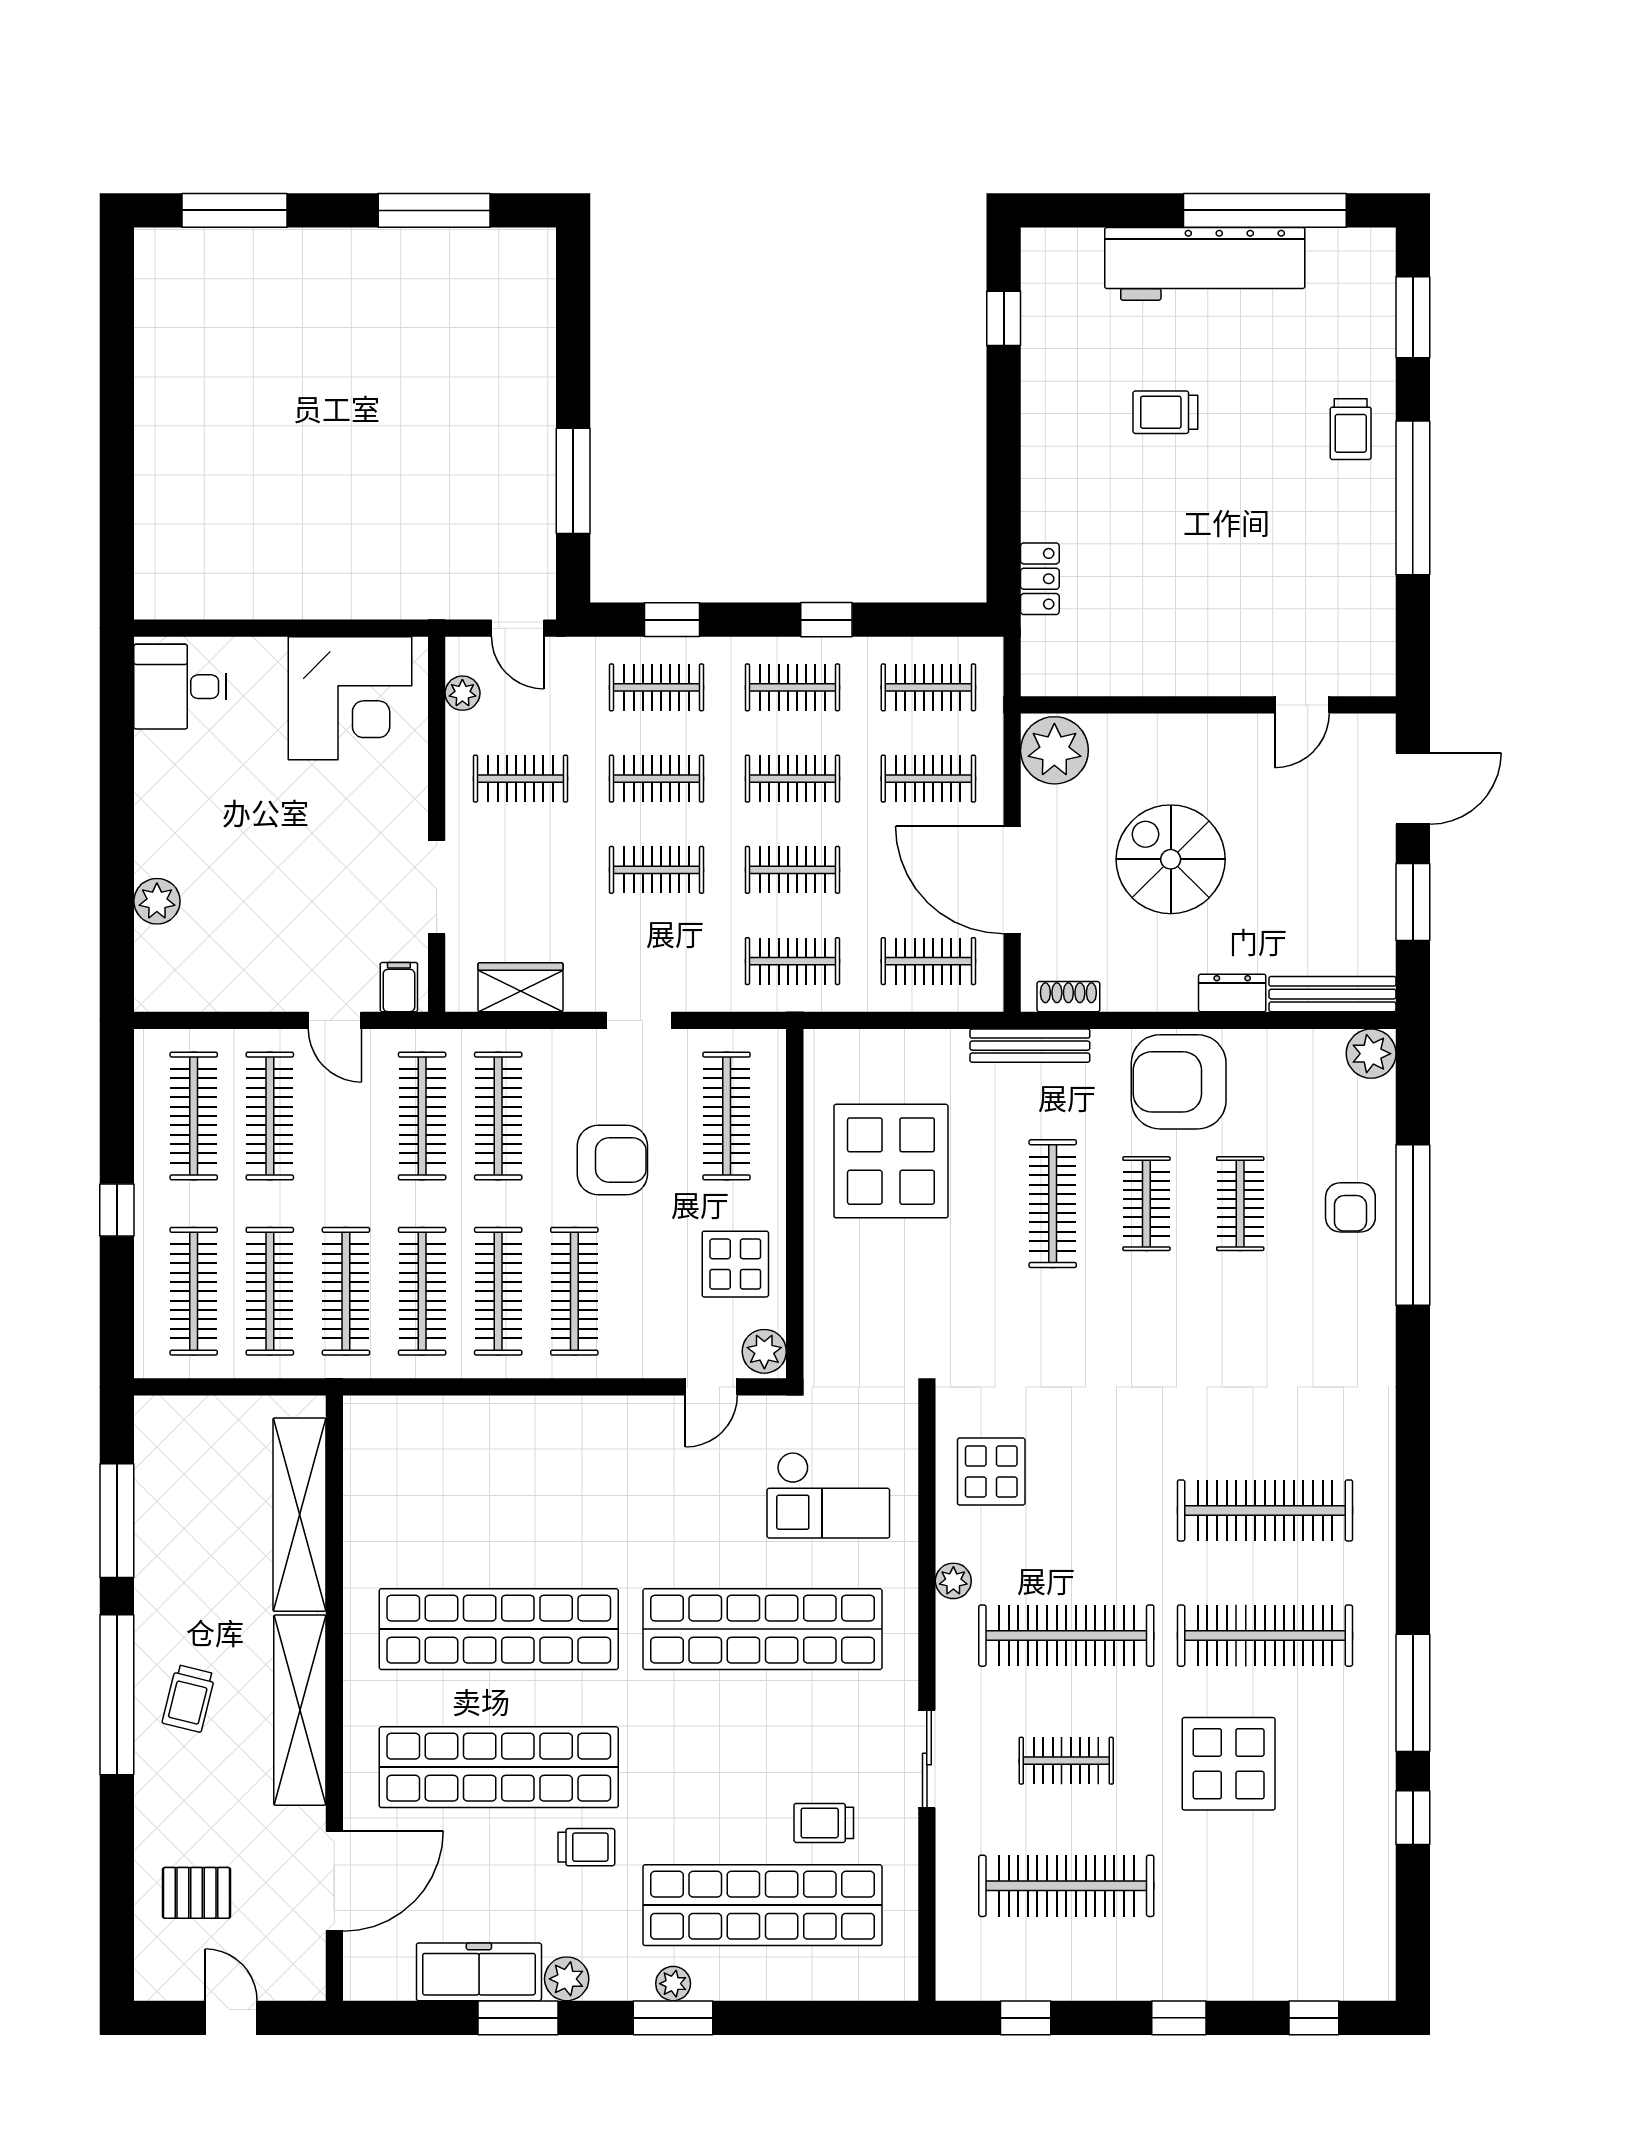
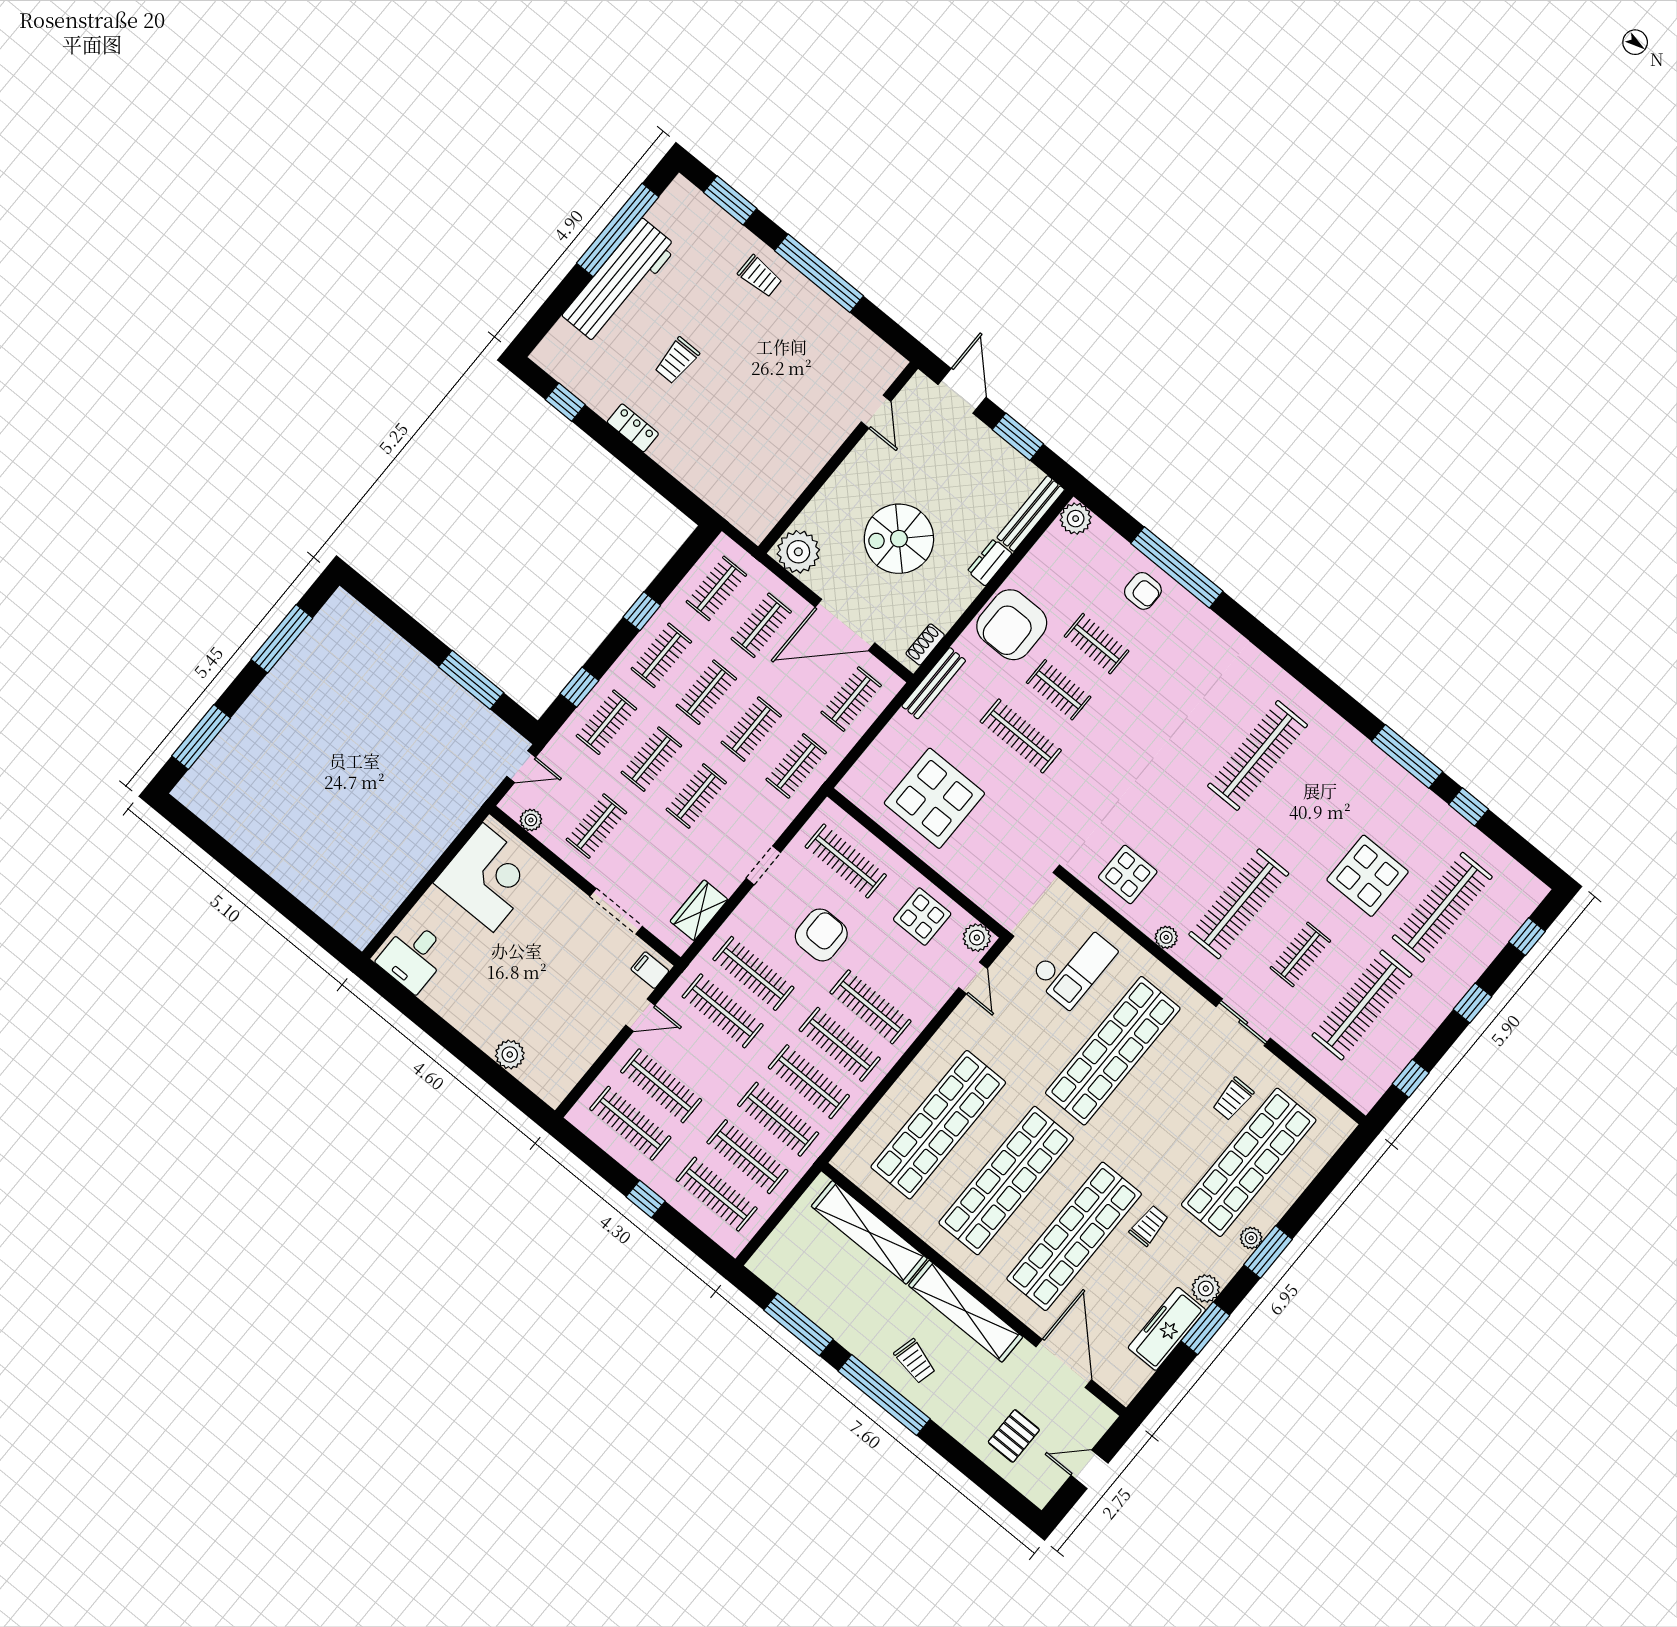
locker: (1040, 579) -> (633, 428), moved
shop shelf: (499, 1491) -> (938, 1125), added
clothes rail: (1265, 1636) -> (1442, 907), moved

